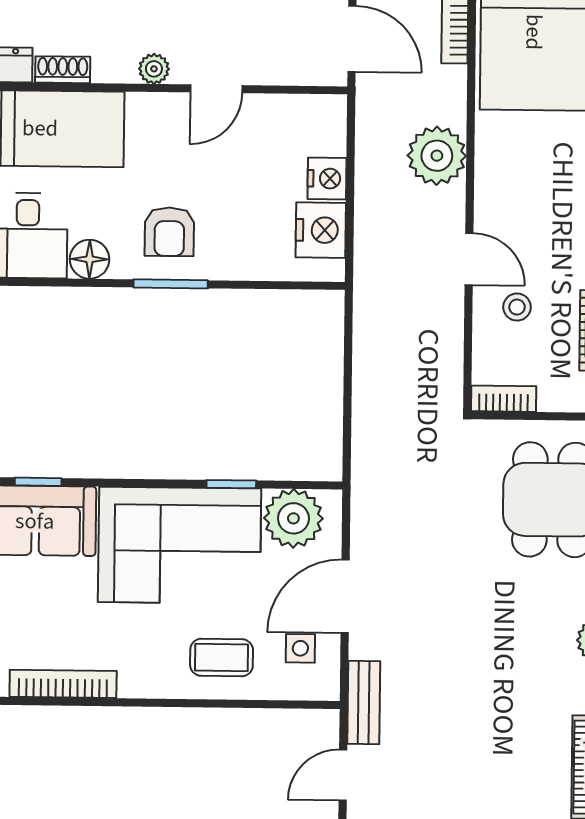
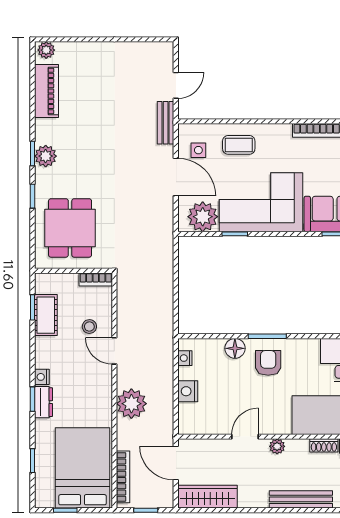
nightstand: (321, 230) -> (185, 358), width x0.53, depth x0.56
floor lamp: (90, 259) -> (235, 348), moved
door: (345, 596) -> (176, 177), hinge flipped

